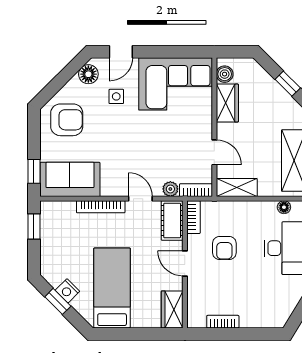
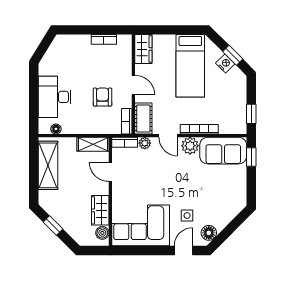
armchair: (67, 120) -> (226, 197), removed
plant: (112, 186) -> (190, 146), added

